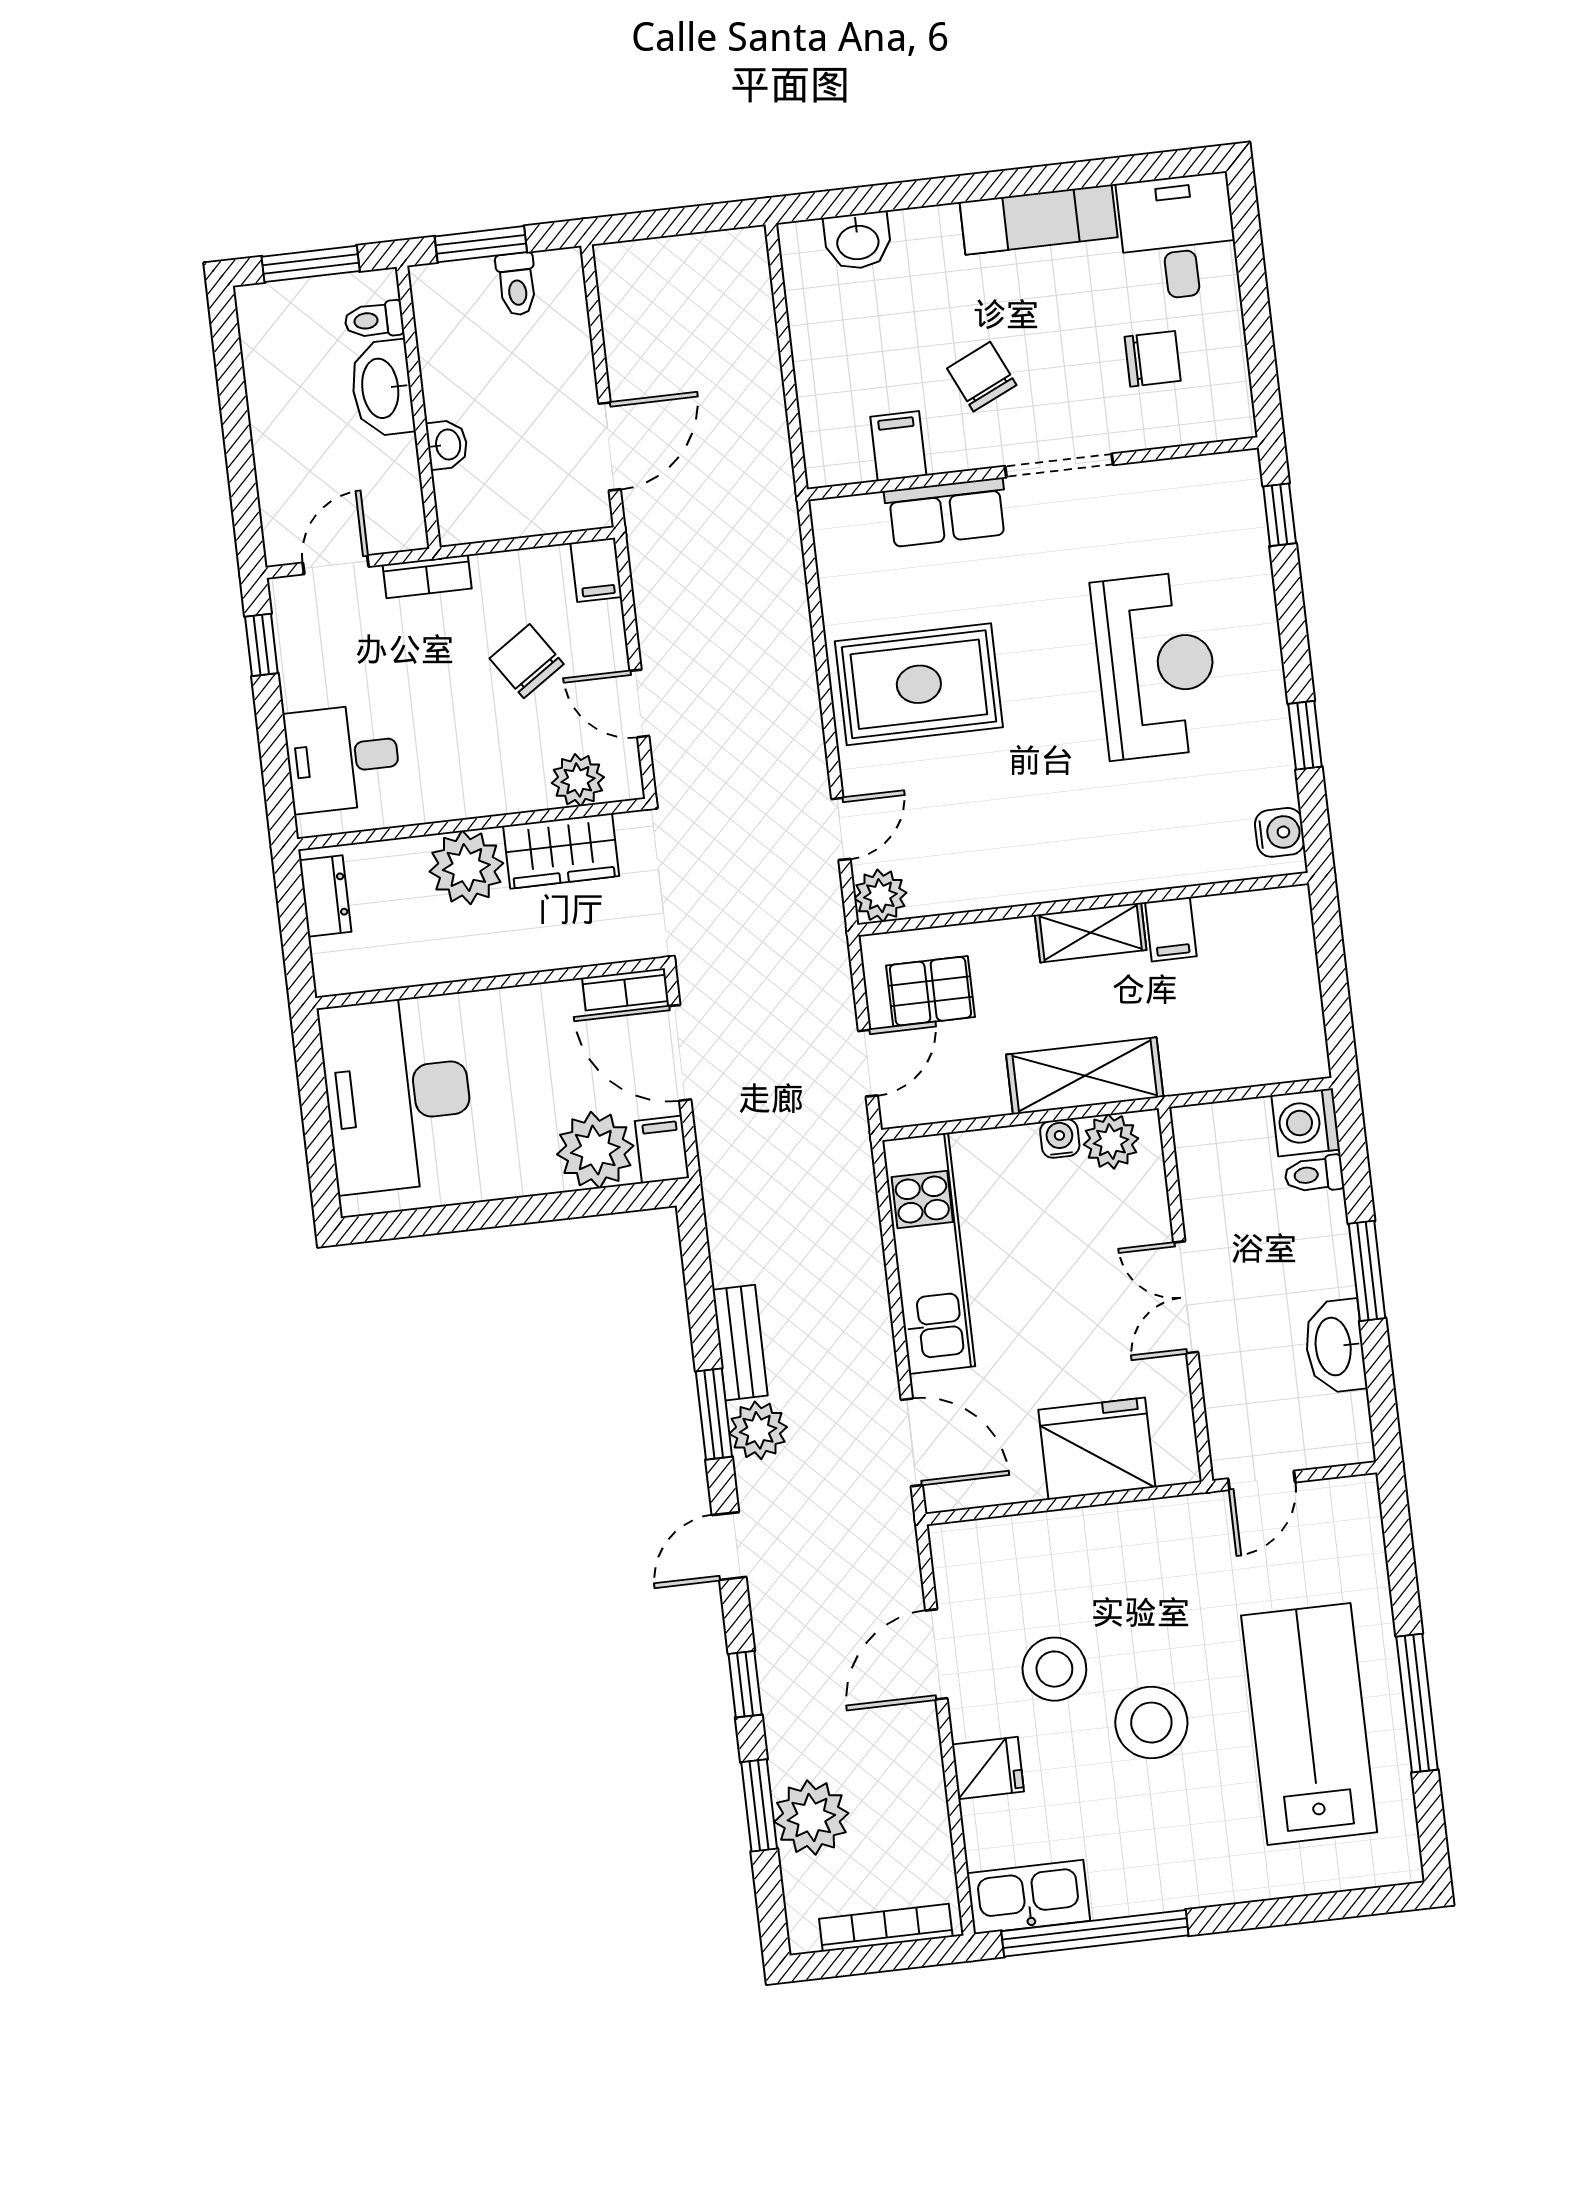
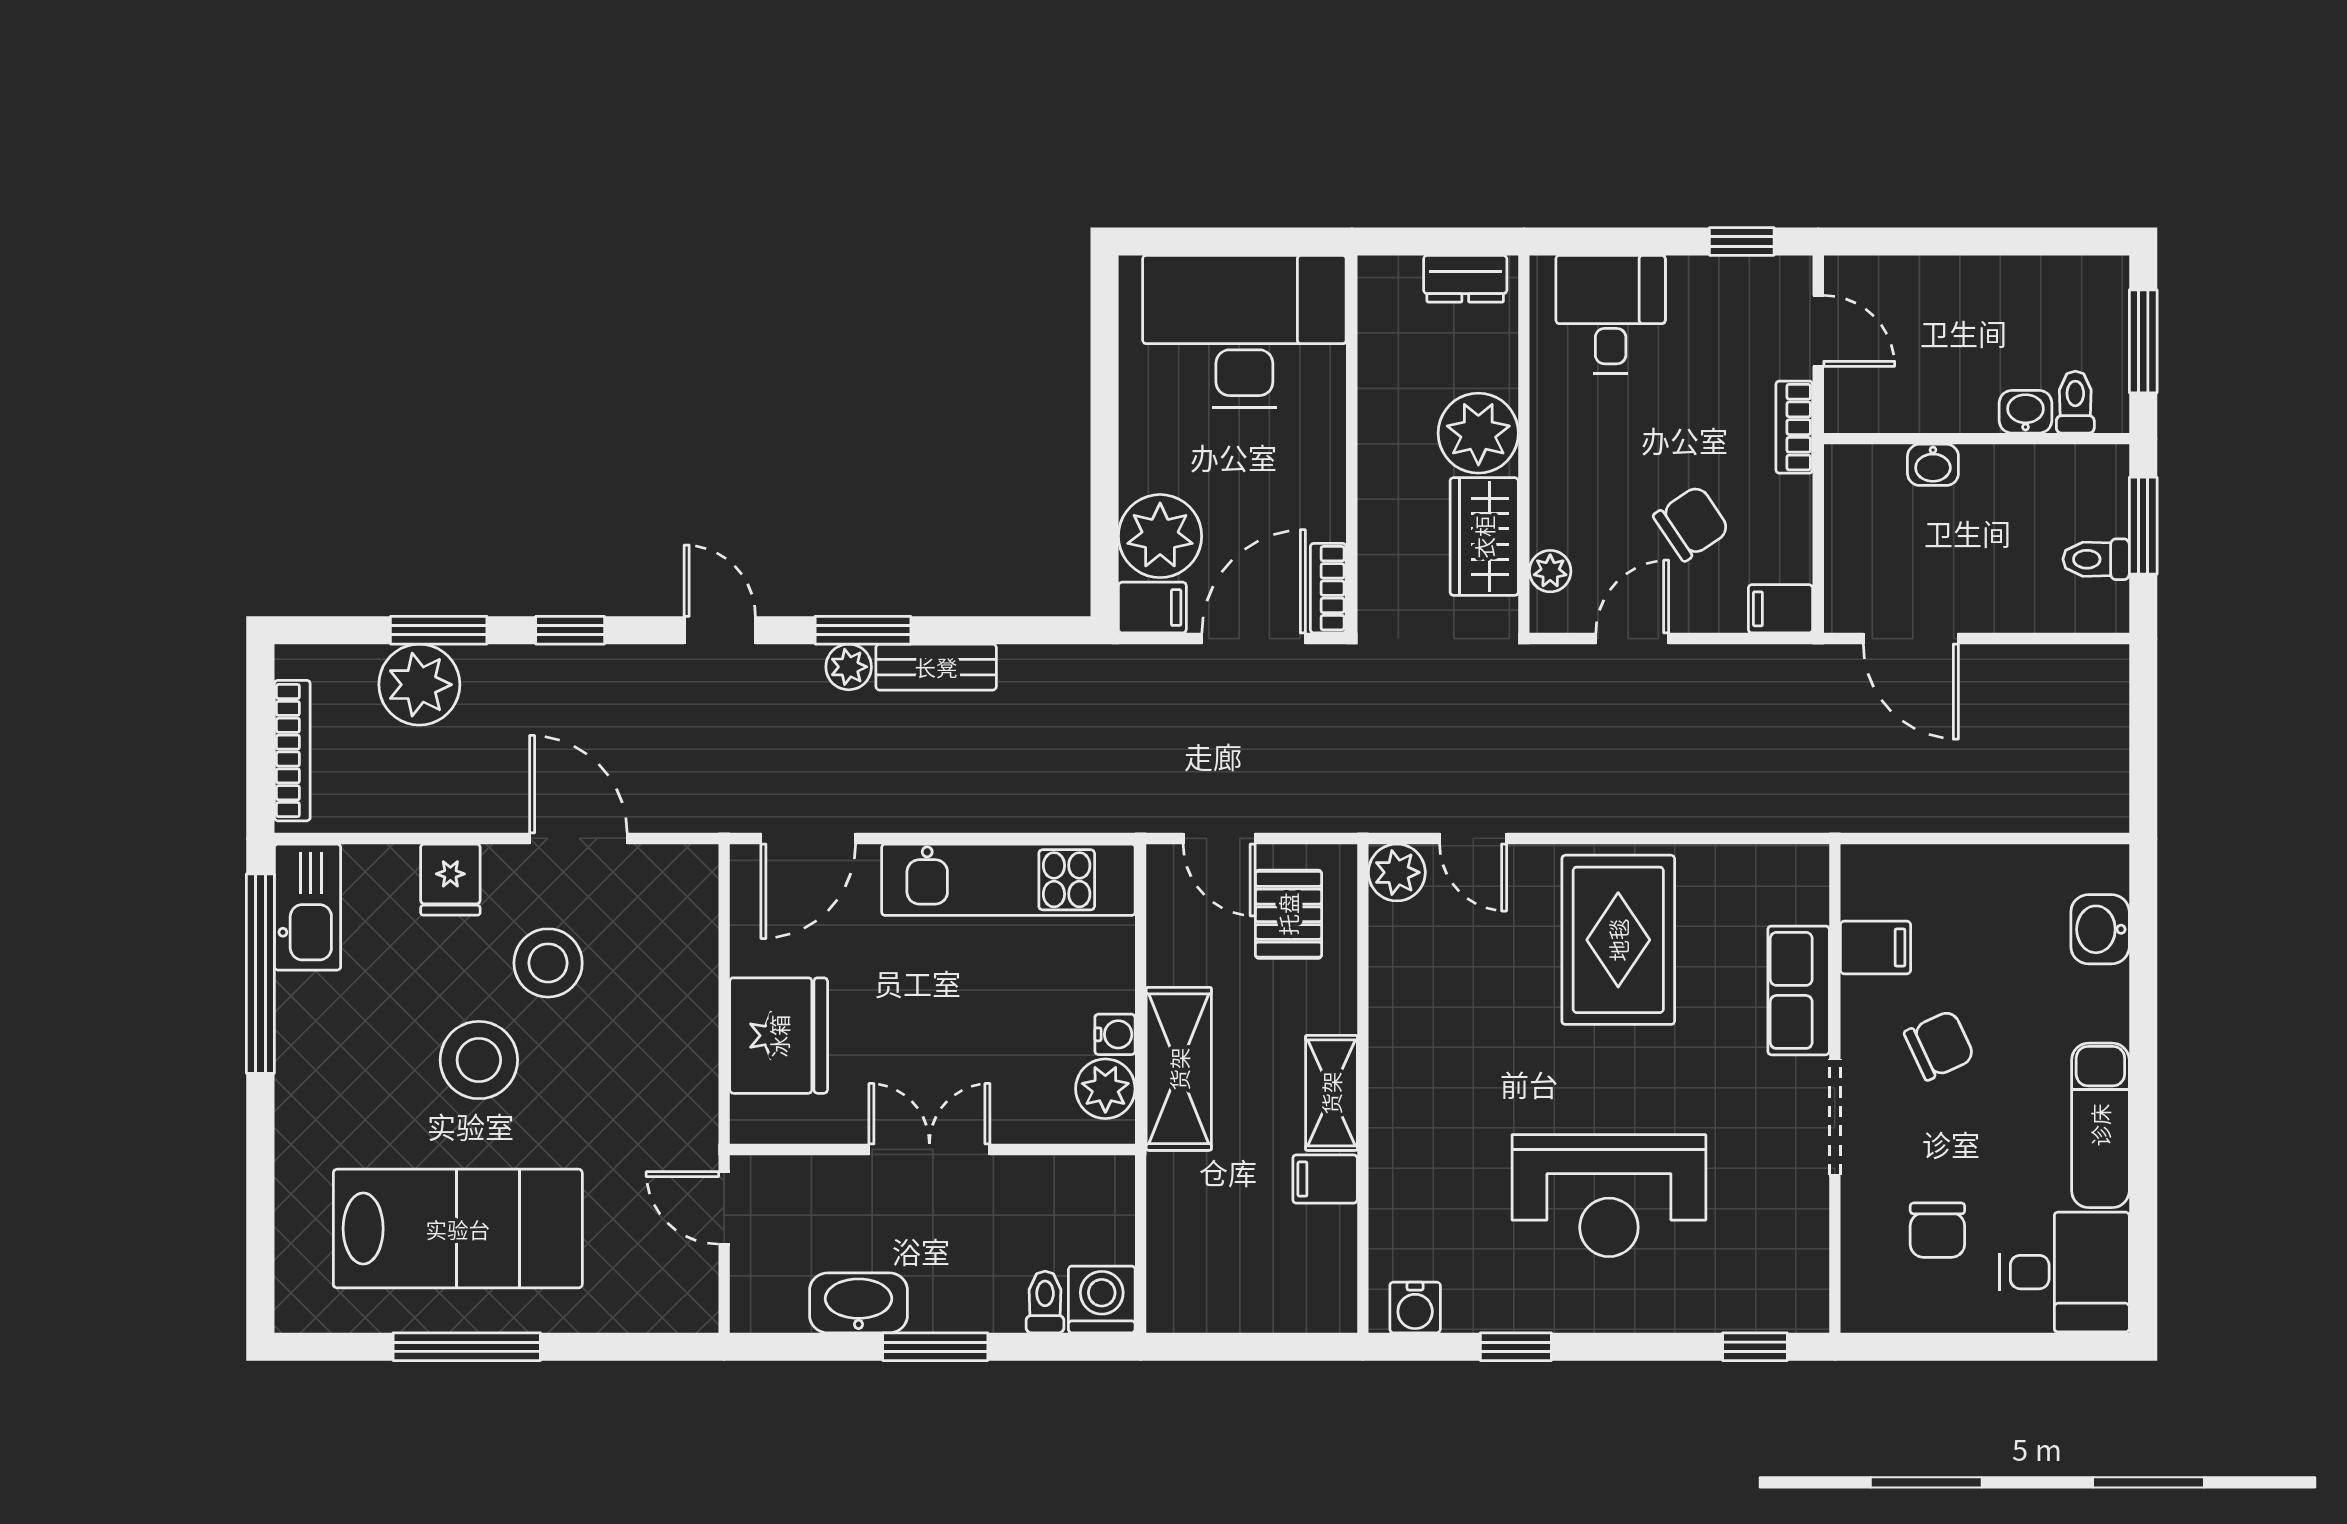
washbasin: (382, 388) -> (2026, 412), width x0.52, depth x0.69
plant: (578, 780) -> (1550, 571), width x0.73, depth x0.73
plant: (758, 1430) -> (849, 667), width x0.73, depth x0.73

